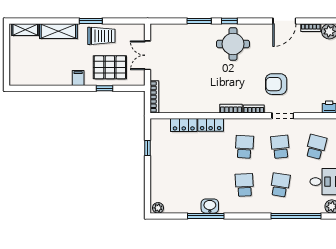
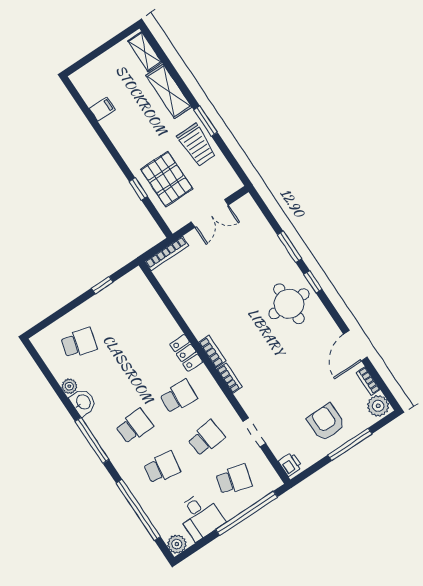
door: (284, 21) -> (355, 346), hinge flipped
double door: (148, 55) -> (210, 213), swing flipped
filing cabinet: (78, 78) -> (102, 109), moved
armchair: (276, 84) -> (326, 422), moved
doorway: (283, 116) -> (254, 432), moved
locker: (184, 125) -> (157, 309), removed
locker: (211, 125) -> (186, 353), moved
school desk: (173, 185) -> (79, 343), added
plant: (158, 208) -> (69, 386), moved
window: (206, 216) -> (92, 440), moved

